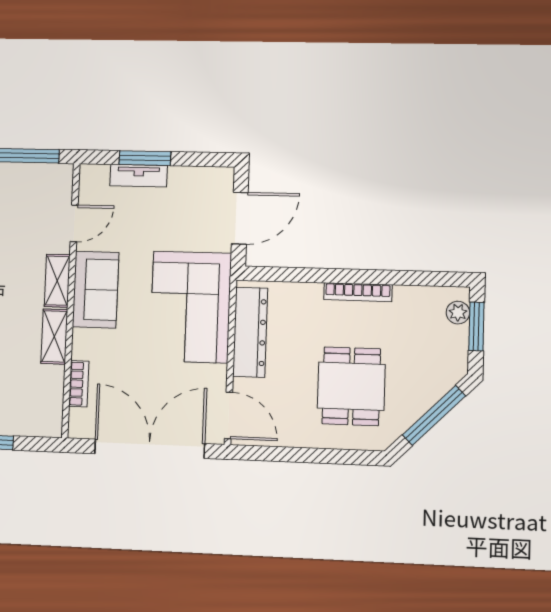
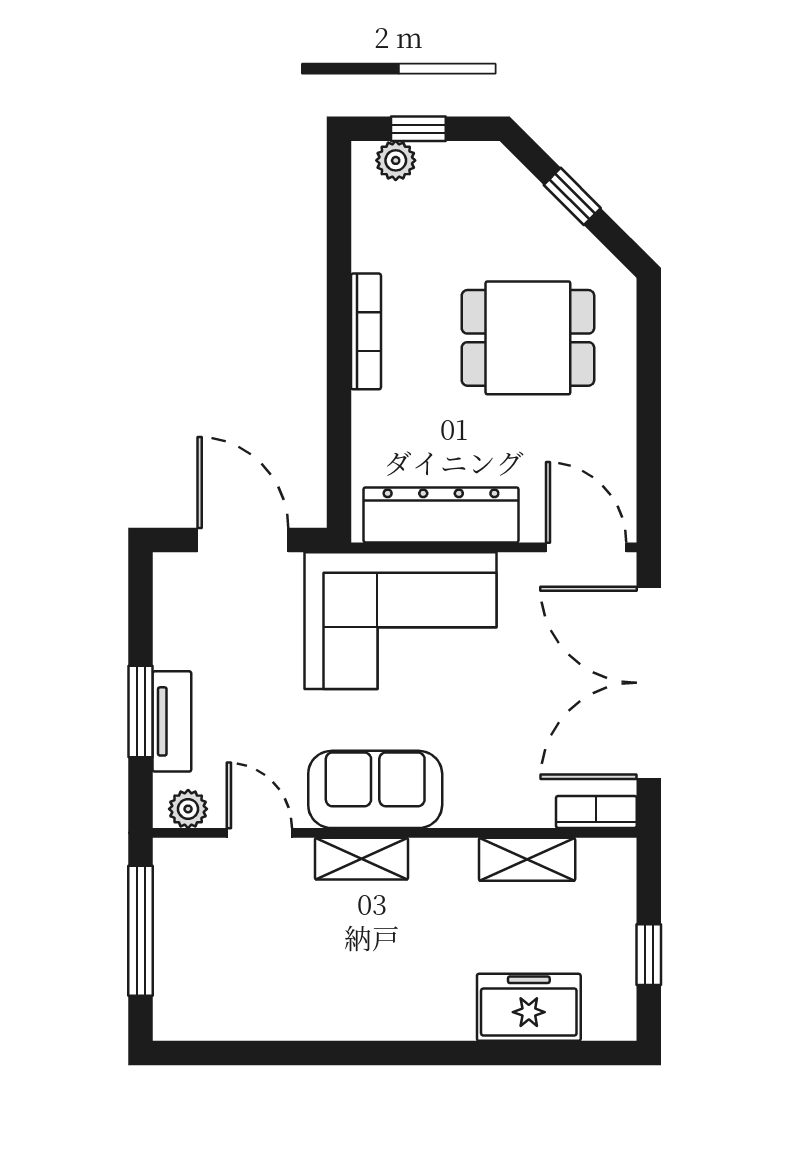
plant: (89, 184) -> (188, 809), added
window: (476, 326) -> (418, 129), width x0.67
shelving: (54, 336) -> (527, 859), moved
bookcase: (79, 384) -> (596, 812), moved
door: (228, 415) -> (586, 547), hinge flipped
window: (434, 415) -> (572, 196), width x0.46

